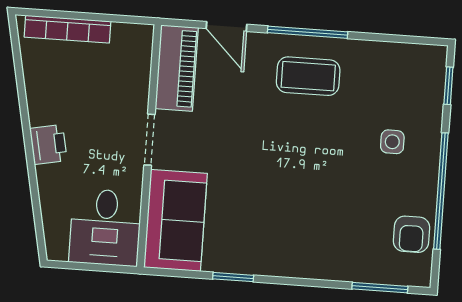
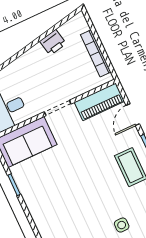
bookcase: (68, 29) -> (96, 53), moved
printer: (48, 144) -> (53, 42), moved

